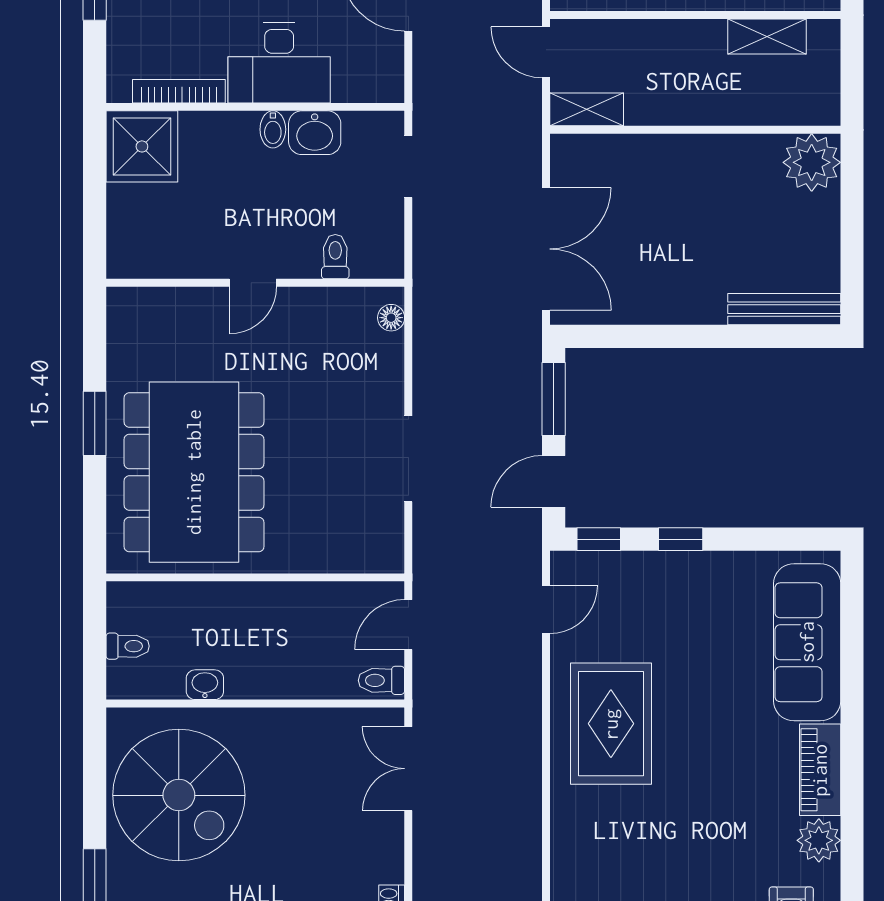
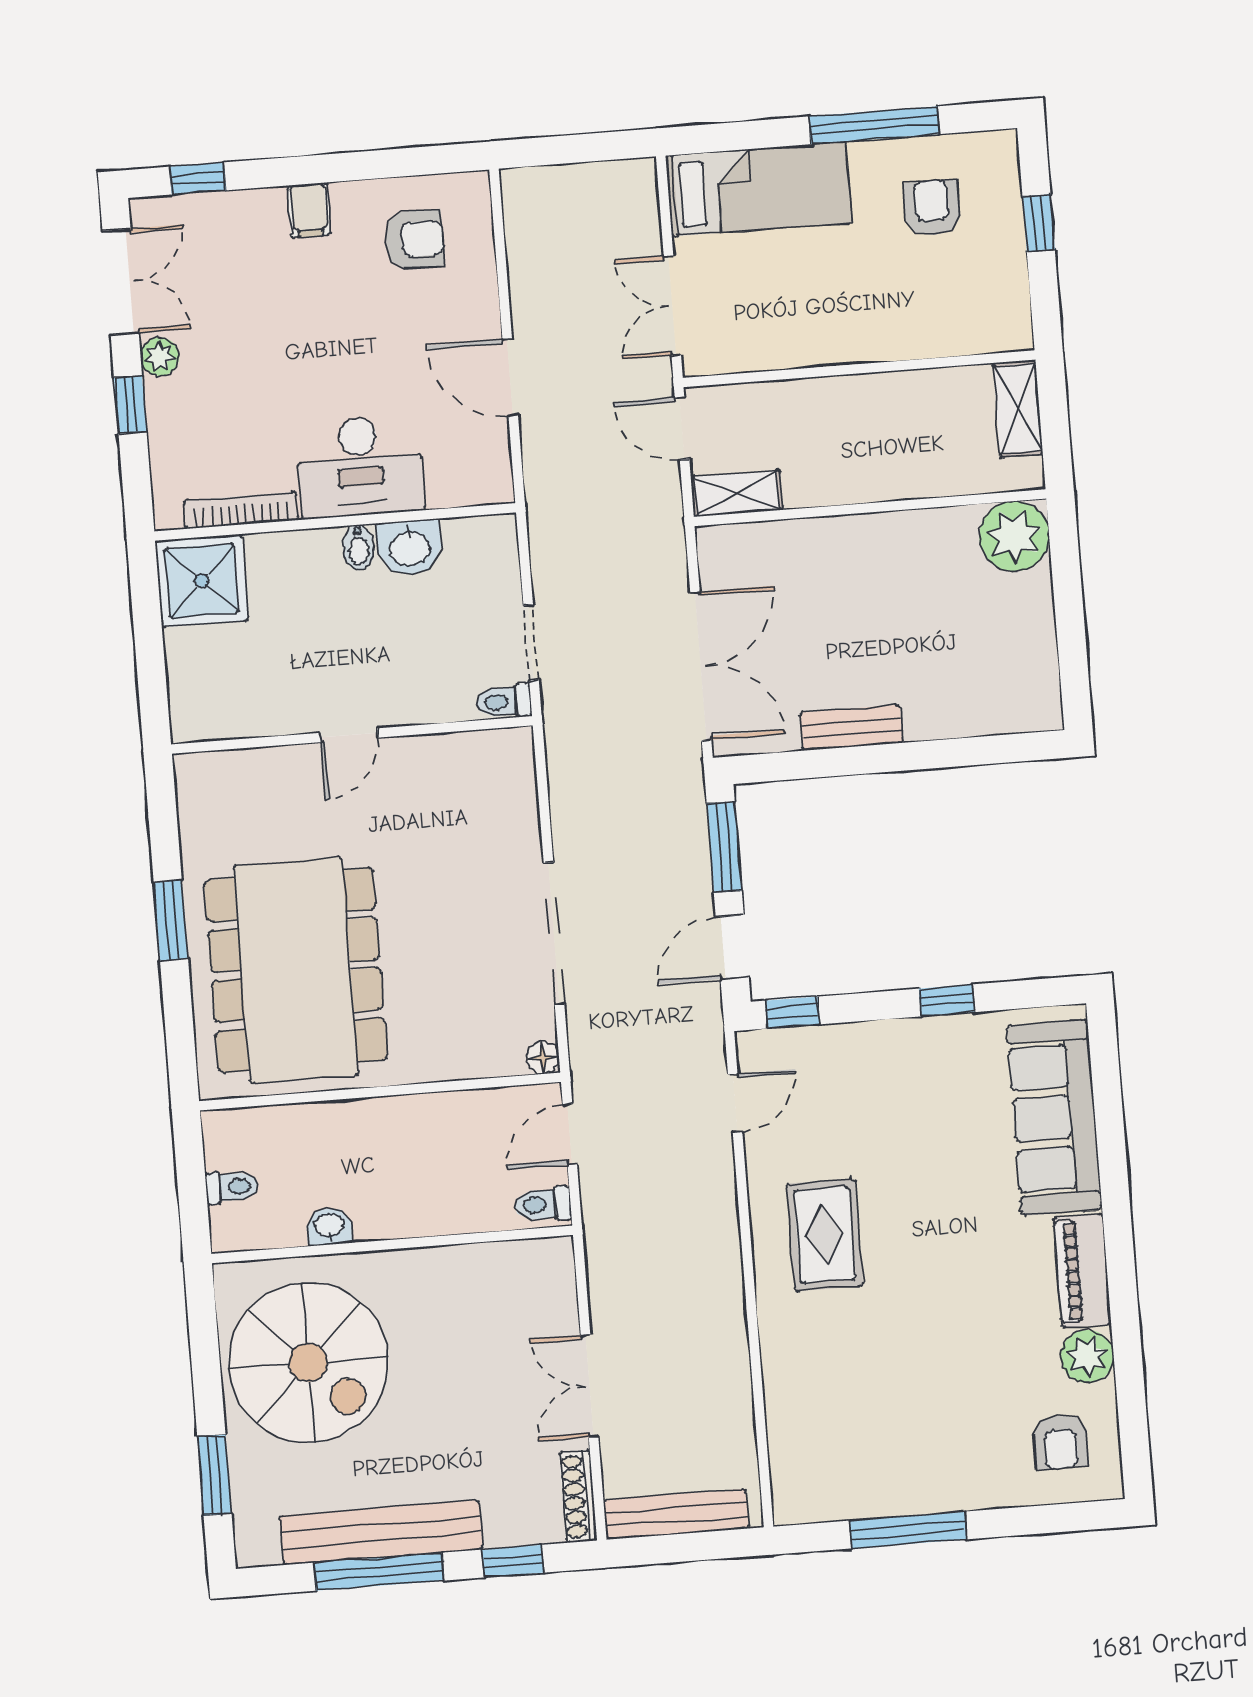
shelving: (767, 36) -> (1018, 409), moved, turned 90
doorway: (408, 167) -> (531, 643), moved
toilet: (335, 257) -> (504, 702), moved, turned -90
bench: (784, 309) -> (851, 728), moved, width x0.73
floor lamp: (391, 318) -> (543, 1058), moved
doorway: (408, 459) -> (554, 933), width x1.36
window: (681, 539) -> (947, 1000), moved
rug: (611, 724) -> (825, 1235), width x0.73, depth x0.70
double door: (408, 769) -> (590, 1386), moved

